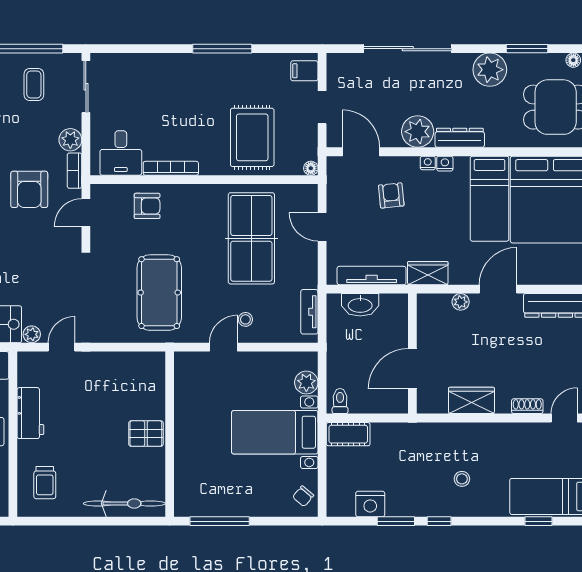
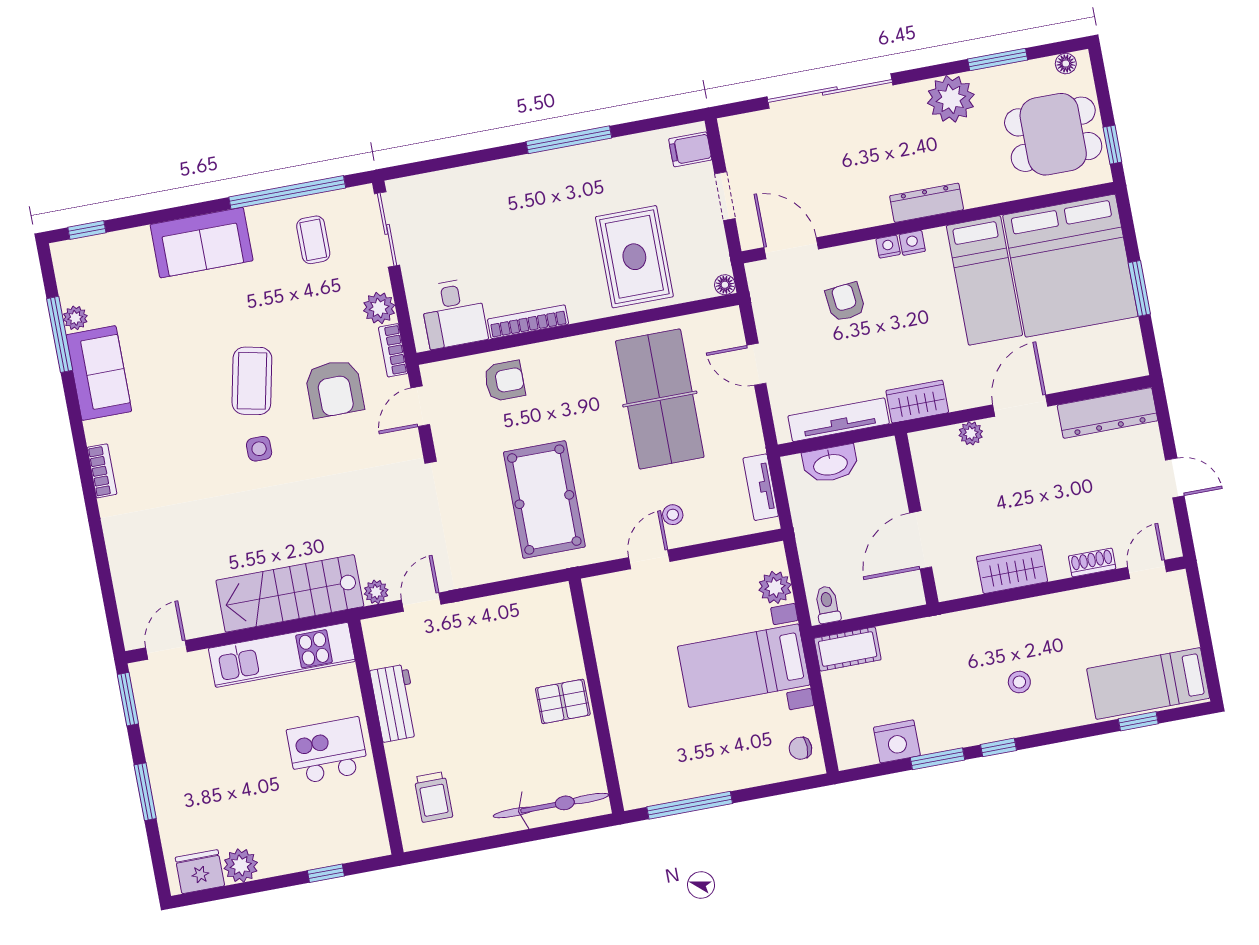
plant: (418, 132) -> (866, 205), removed
chair: (303, 496) -> (800, 748), turned 50

